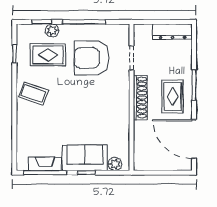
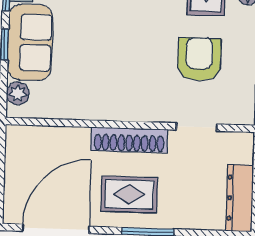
armchair: (92, 58) -> (199, 59), width x0.73, depth x0.73

